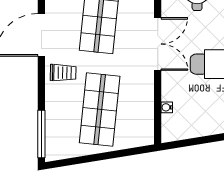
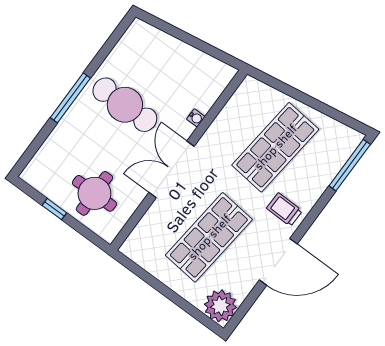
water cooler: (167, 107) -> (196, 118), moved

